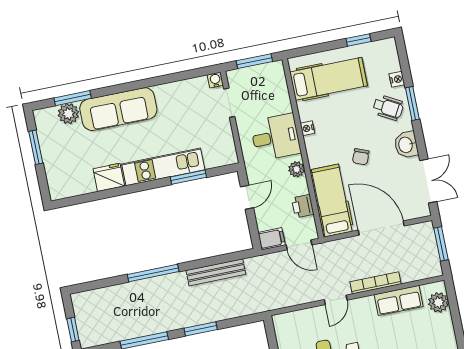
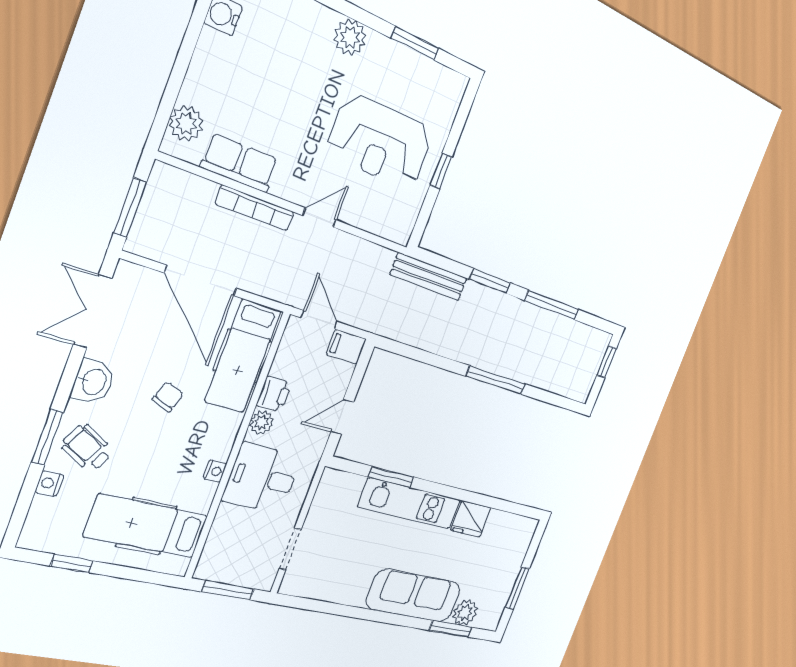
water cooler: (215, 80) -> (289, 586), removed
printer: (303, 206) -> (274, 394), moved
bench: (216, 272) -> (429, 276), moved

